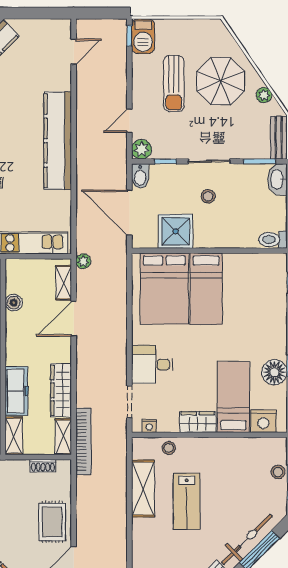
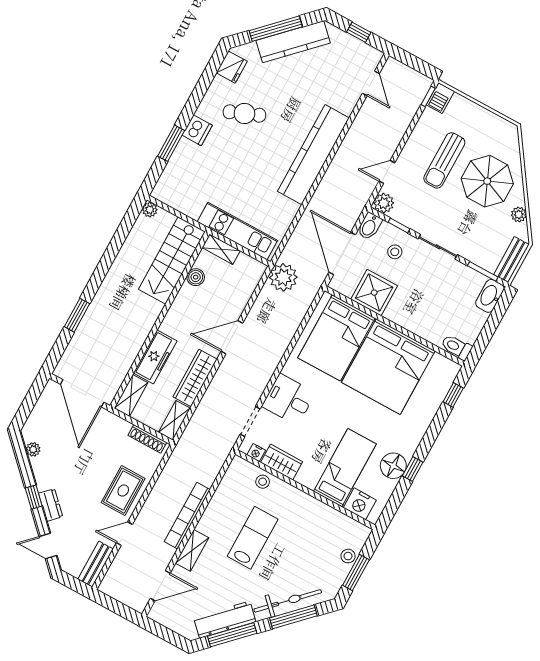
window: (39, 13) -> (359, 32), added
barbecue: (143, 36) -> (440, 98), width x0.73, depth x0.79
door: (74, 52) -> (371, 83), hinge flipped
stool: (208, 196) -> (395, 252), moved
plant: (83, 261) -> (283, 277), width x1.88, depth x1.88
shelving: (64, 283) -> (221, 249), moved, turned 90
bed: (206, 289) -> (388, 367), width x2.04
door: (74, 319) -> (232, 337), moved
wardrobe: (198, 422) -> (282, 462), moved
bookcase: (83, 441) -> (187, 516), moved, turned 180
shoe rack: (43, 466) -> (147, 439), width x1.43
shelving: (143, 489) -> (192, 550), moved, width x0.67, depth x0.75
lab bench: (187, 501) -> (253, 538), turned 180

